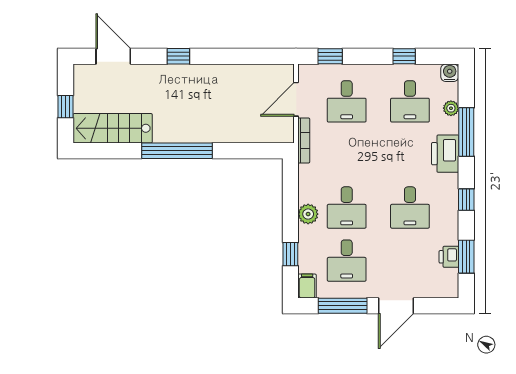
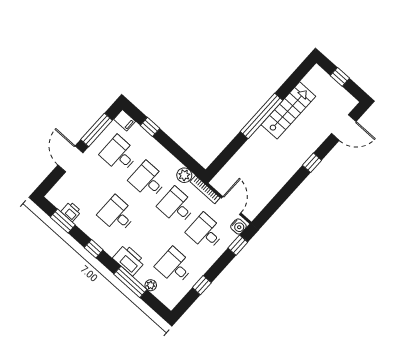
water cooler: (450, 73) -> (238, 226), moved
stairs: (113, 128) -> (288, 110), moved
desk: (347, 154) -> (177, 206), added
plant: (308, 214) -> (184, 175), moved

